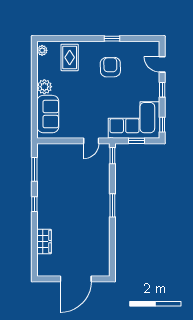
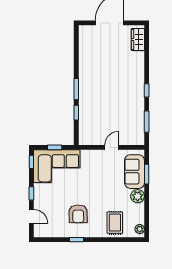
window: (34, 111) -> (147, 174), added
door: (91, 141) -> (112, 147), moved
window: (112, 156) -> (76, 113), moved
wardrobe: (44, 242) -> (138, 40), moved

